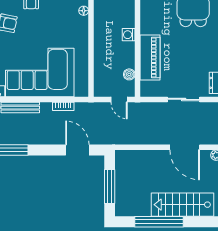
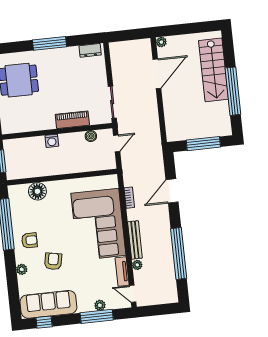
floor lamp: (84, 11) -> (37, 191), width x1.89, depth x1.89
piano: (150, 58) -> (72, 120), width x0.73, depth x0.75
sliding door: (184, 99) -> (112, 102), moved
door: (77, 150) -> (172, 191), moved

